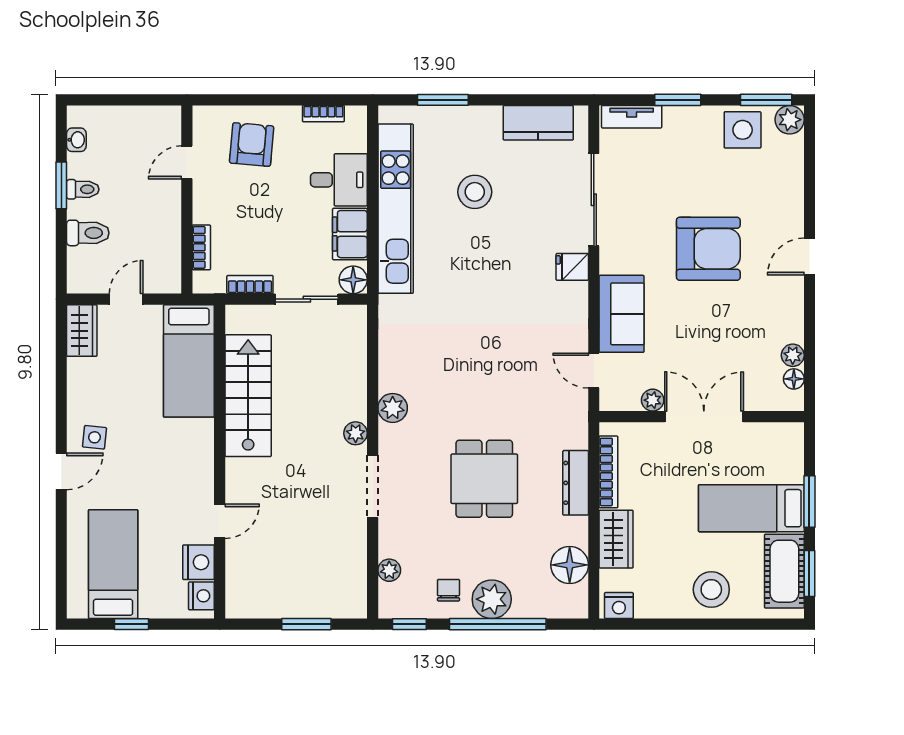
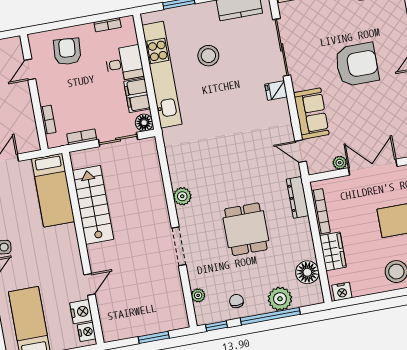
plant: (356, 433) -> (162, 216), removed
dresser: (576, 483) -> (298, 197), moved
plant: (492, 599) -> (280, 299), moved

